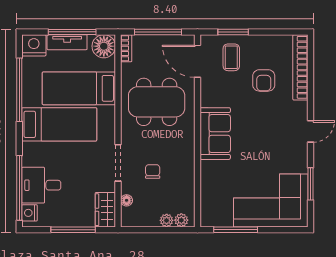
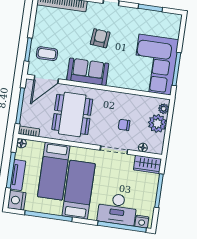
floor lamp: (104, 46) -> (21, 143), width x0.53, depth x0.53
armchair: (264, 80) -> (100, 38), moved, turned -85
sofa: (215, 134) -> (88, 72), moved
desk: (41, 185) -> (117, 209), width x1.37
corner sofa: (271, 200) -> (155, 65), moved
plant: (167, 220) -> (157, 123), width x1.87, depth x1.87

